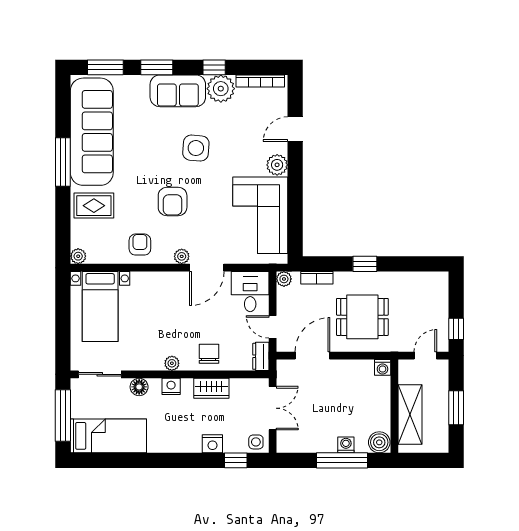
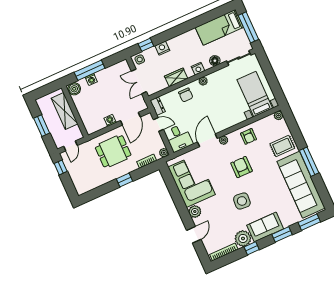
washing machine: (383, 367) -> (110, 120), moved

